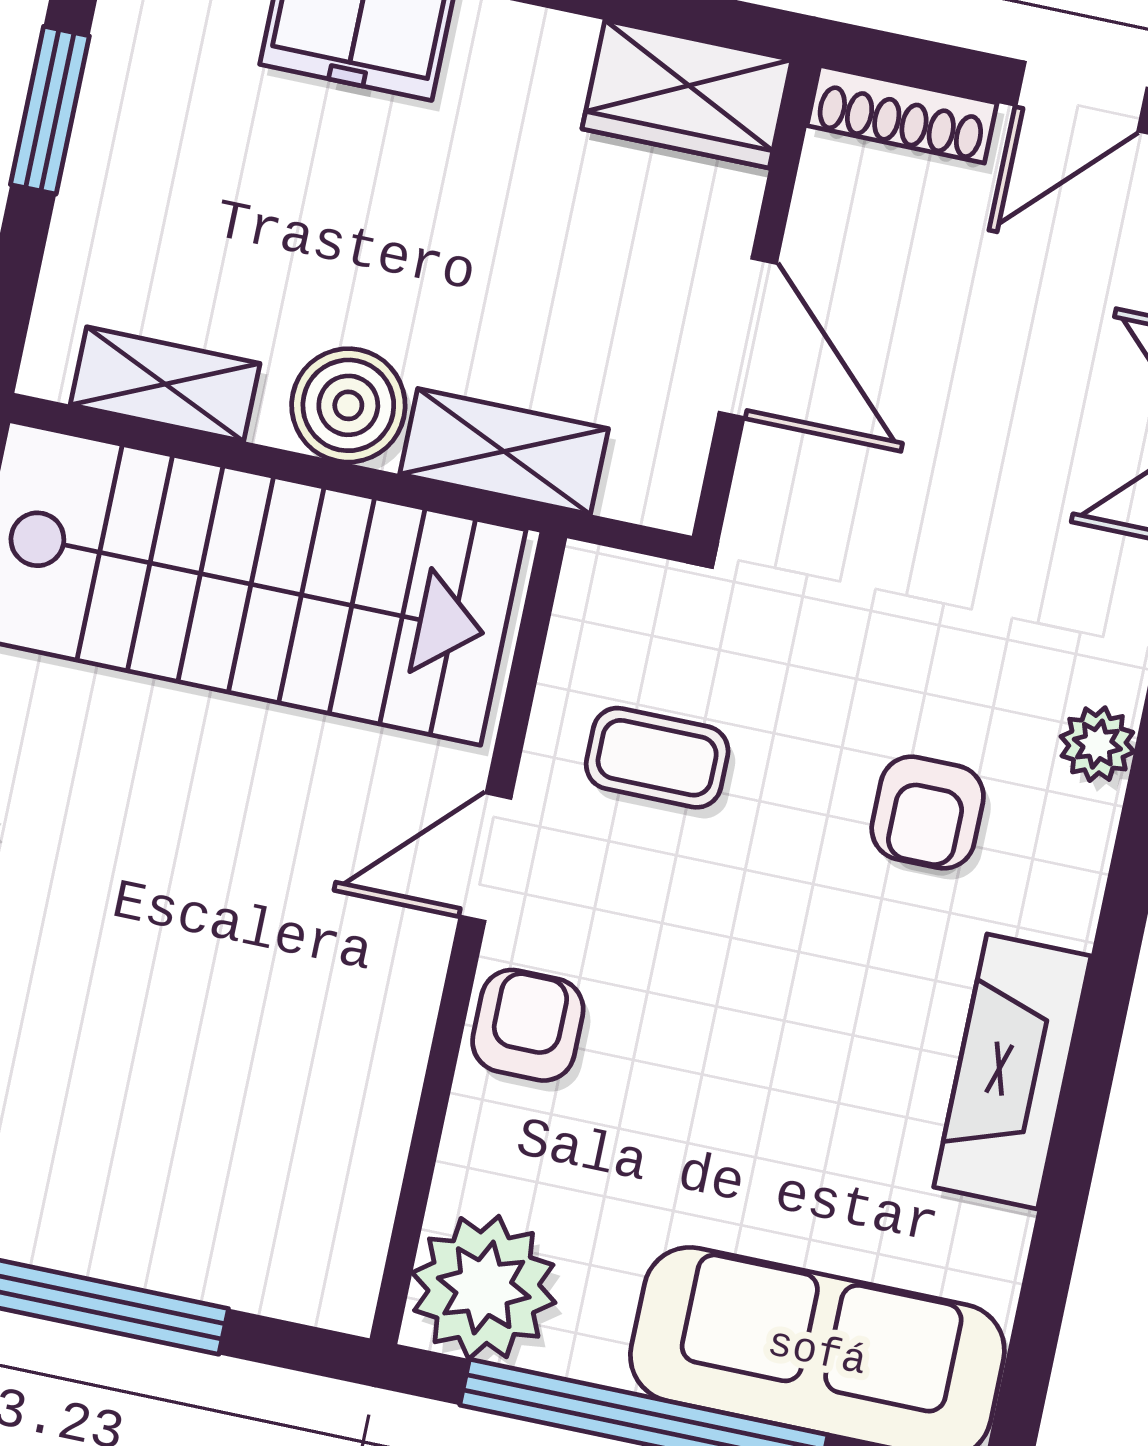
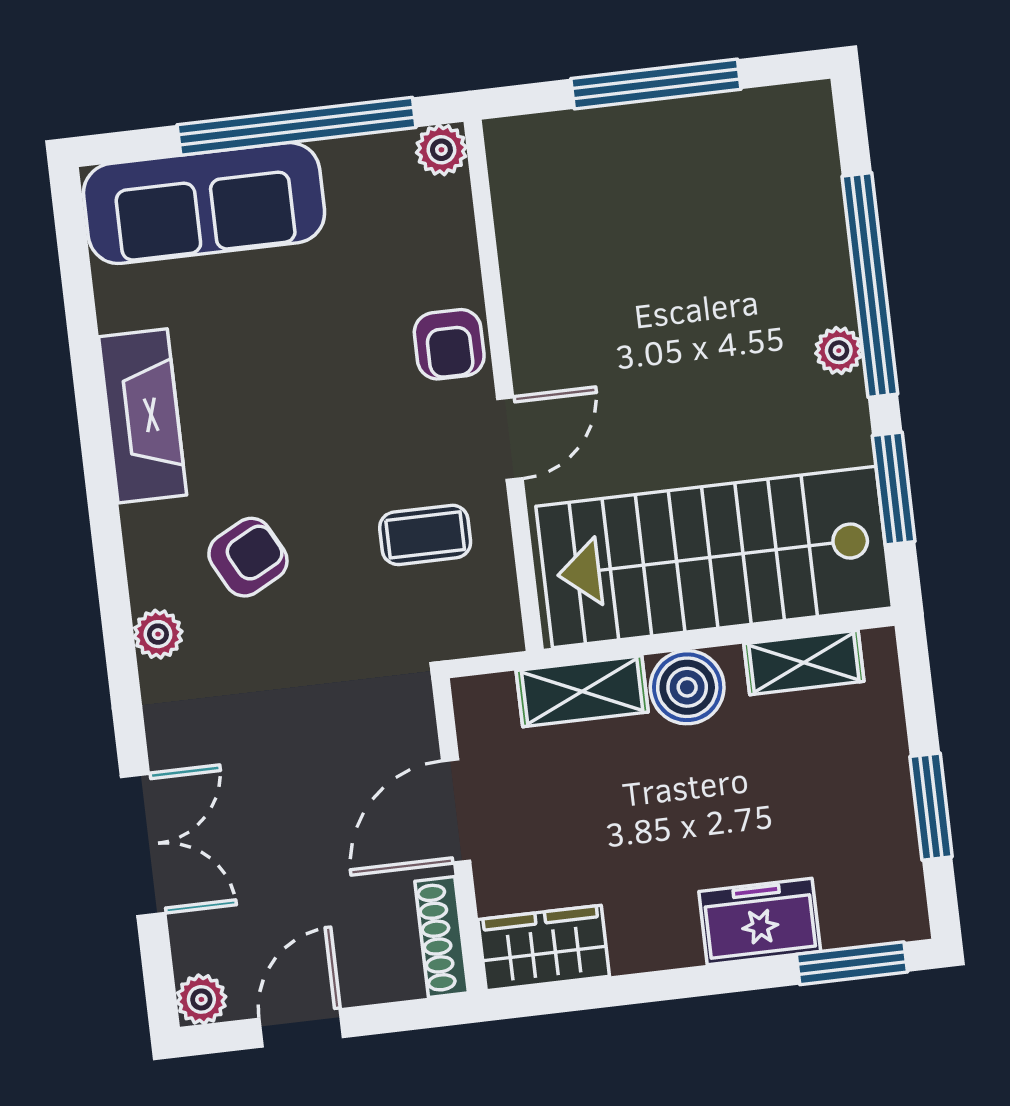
shoe rack: (902, 114) -> (442, 937), moved, turned -90
door: (748, 338) -> (456, 811), hinge flipped
armchair: (928, 813) -> (248, 557), turned 62
plant: (484, 1288) -> (441, 150), width x0.53, depth x0.53

